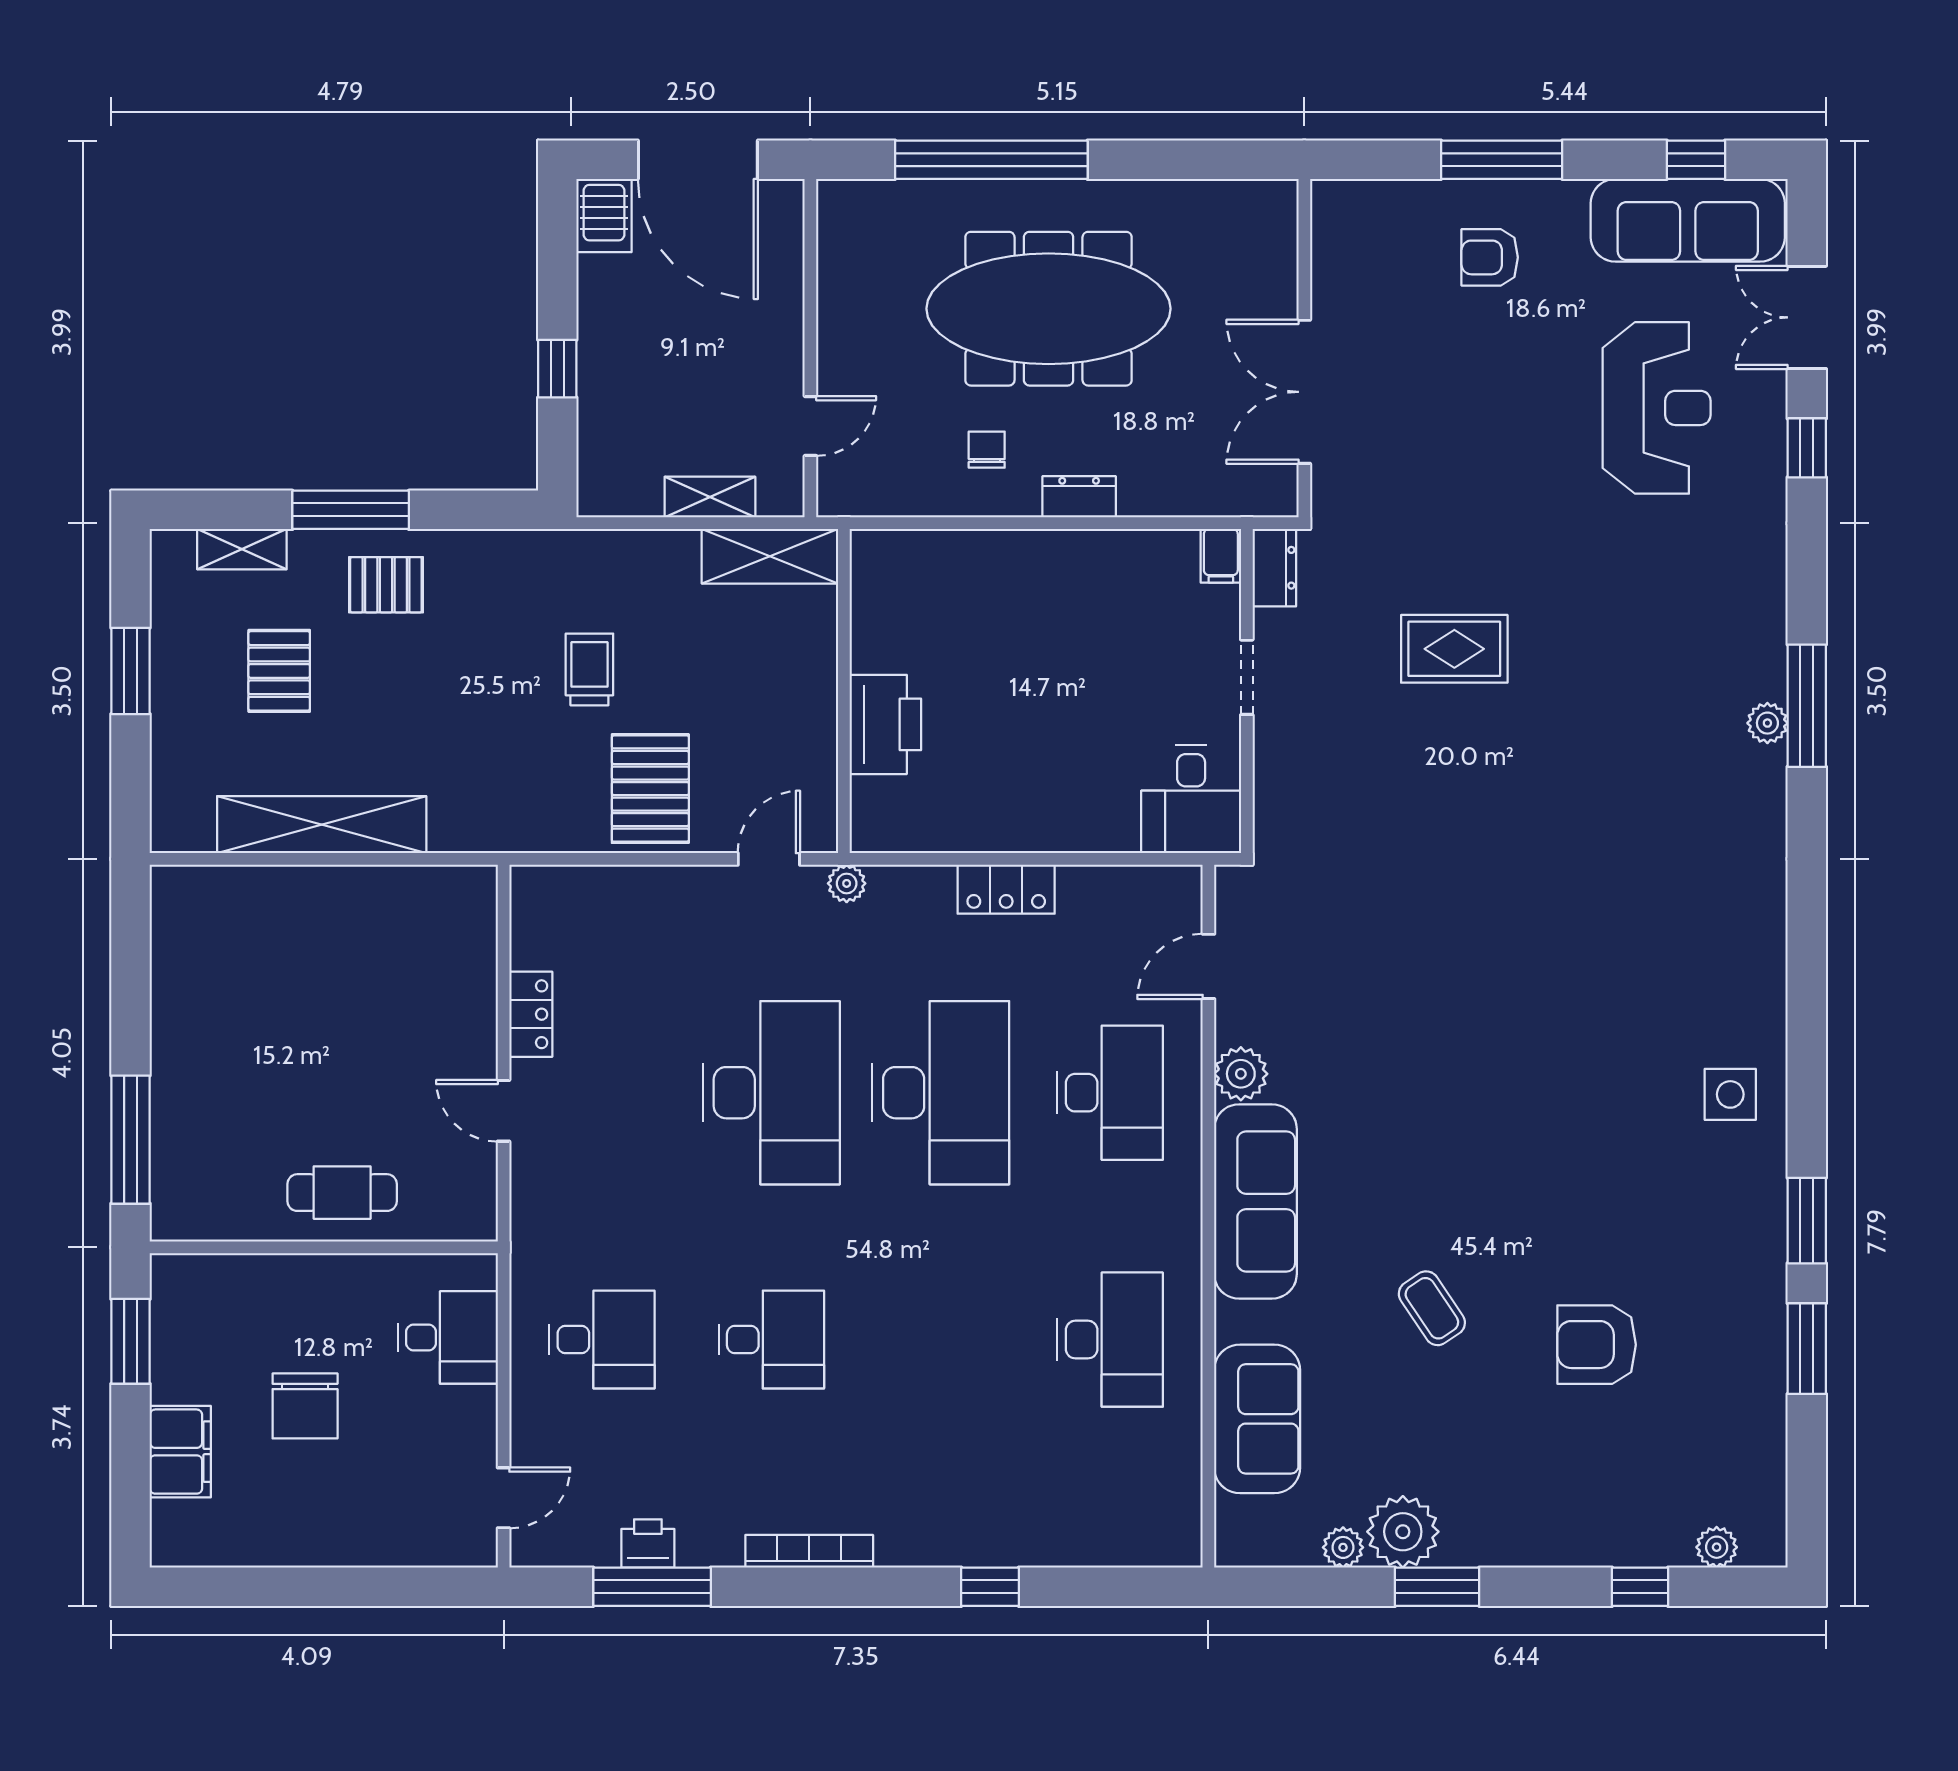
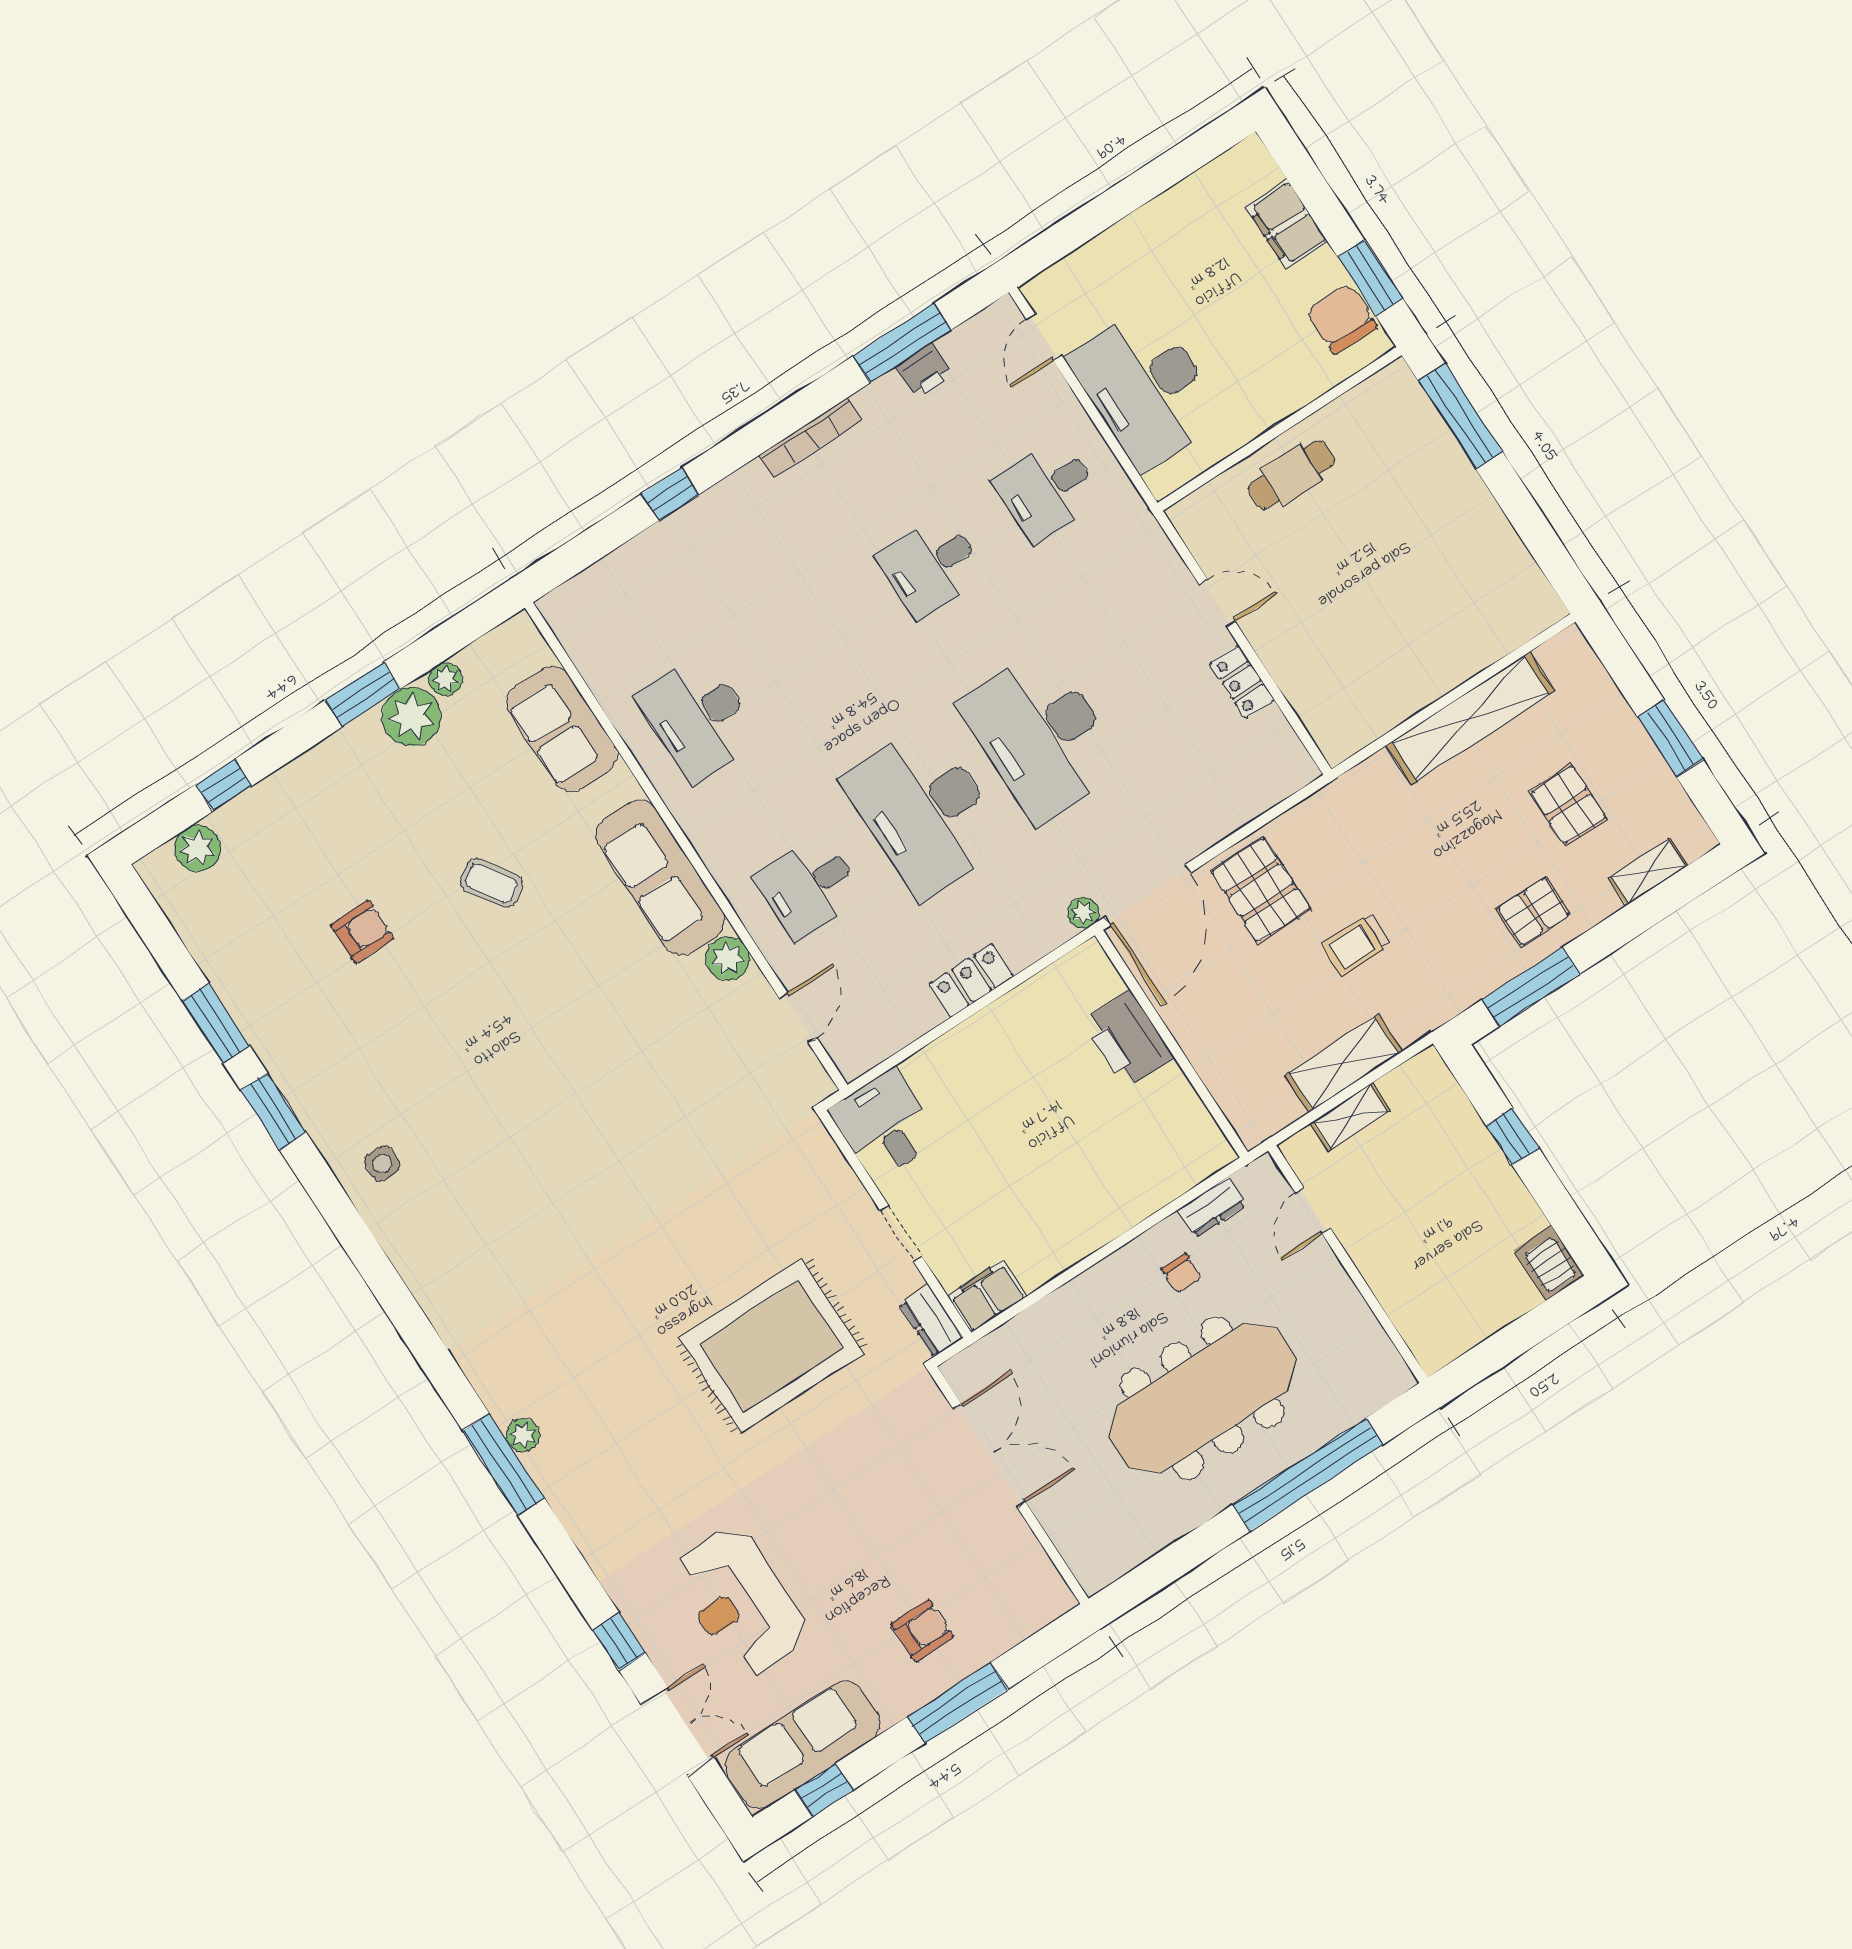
door: (698, 160) -> (1509, 1343), removed
dresser: (1079, 497) -> (1212, 1208), moved
window: (351, 510) -> (1531, 987), moved
shelving: (770, 556) -> (1344, 1063), moved
filing cabinet: (1221, 556) -> (987, 1296), width x2.00
rug: (1454, 649) -> (771, 1346), width x1.86, depth x2.06
trolley: (589, 669) -> (1356, 945), turned 90
door: (769, 859) -> (1148, 895), width x1.88
desk: (1110, 1093) -> (809, 887), width x0.73
side table: (1730, 1094) -> (382, 1163), width x0.73, depth x0.73
desk: (448, 1337) -> (1146, 388), width x1.87, depth x1.30
armchair: (1597, 1345) -> (362, 932), width x0.72, depth x0.72
chair: (305, 1406) -> (1342, 319), moved
plant: (1717, 1547) -> (198, 848), width x1.38, depth x1.38

